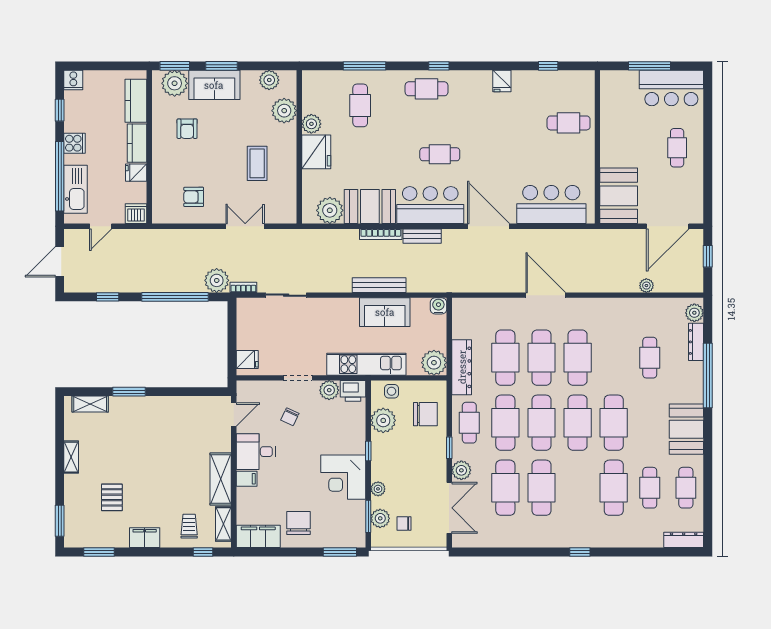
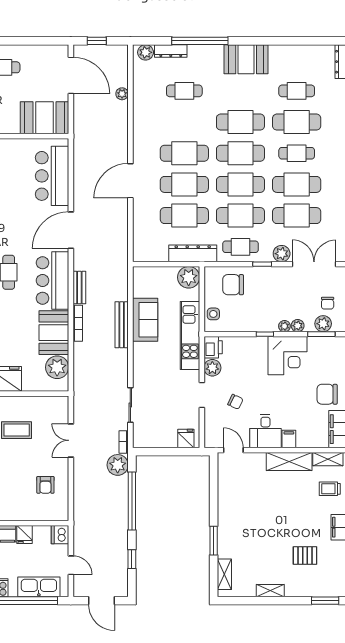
water cooler: (438, 306) -> (140, 273), removed
chair: (425, 414) -> (233, 285), turned -90
plant: (383, 420) -> (284, 326), moved, width x0.53, depth x0.53
cafe table: (686, 488) -> (297, 153), moved

